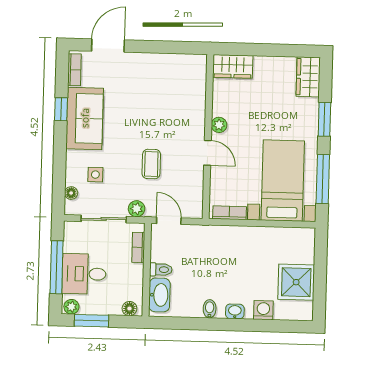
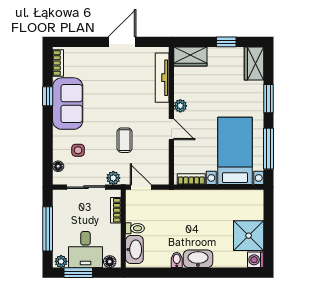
door: (108, 46) -> (122, 42), moved
window: (276, 50) -> (226, 42), added
tv unit: (198, 91) -> (162, 78), added
desk: (84, 274) -> (85, 250), moved, turned -90
washing machine: (263, 310) -> (256, 260), moved, turned -90
washbasin: (235, 311) -> (198, 259), width x1.91, depth x1.45

